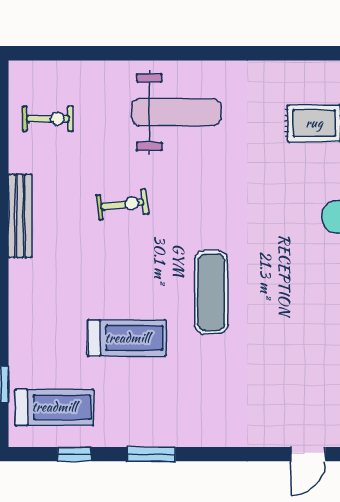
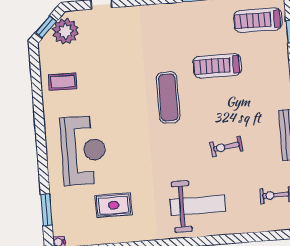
weight bench: (176, 112) -> (198, 205), turned 180

